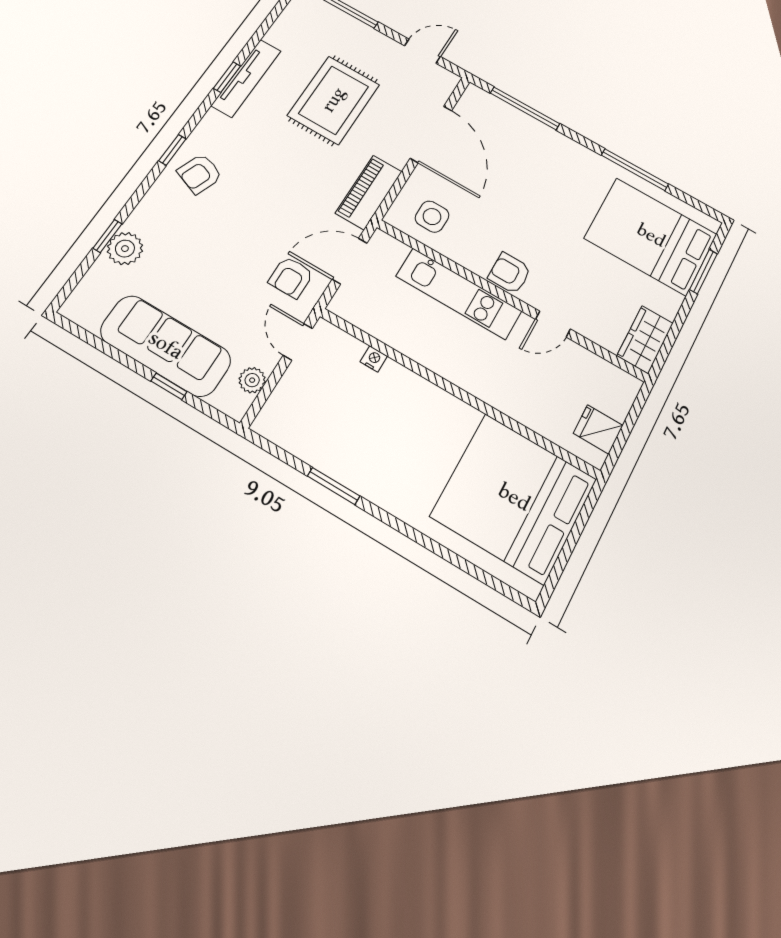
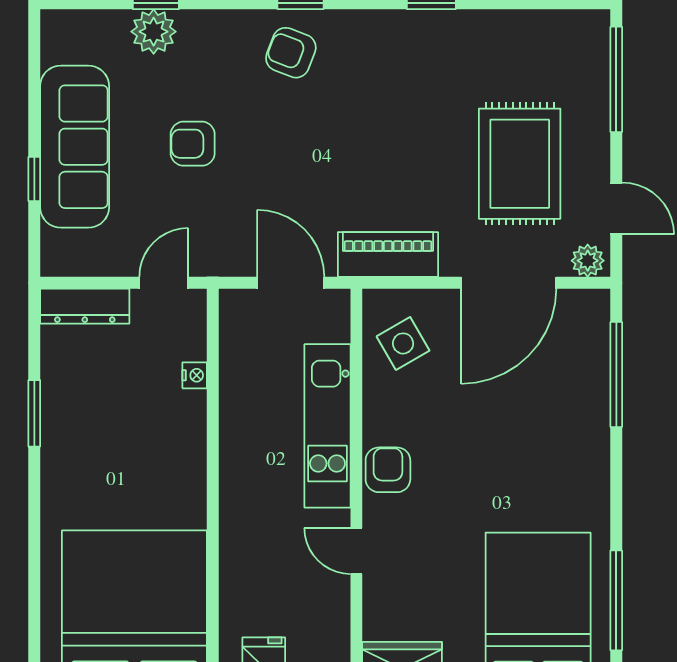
tv unit: (246, 78) -> (444, 26), removed
rug: (334, 100) -> (520, 164), moved, turned 90
window: (635, 170) -> (616, 600), moved
side table: (432, 217) -> (403, 343), turned -30
armchair: (291, 277) -> (193, 144), moved
plant: (252, 380) -> (588, 261), moved
dresser: (280, 405) -> (85, 306), added

